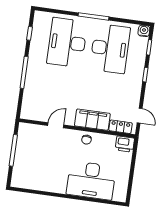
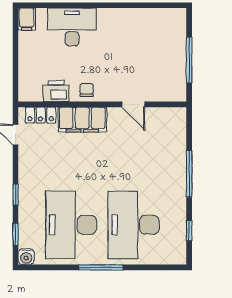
desk: (67, 43) -> (134, 225), turned 180
door: (56, 125) -> (133, 104), hinge flipped
printer: (125, 144) -> (56, 91), moved
desk: (91, 180) -> (72, 27), width x0.73, depth x0.77
filing cabinet: (121, 194) -> (27, 19), added

